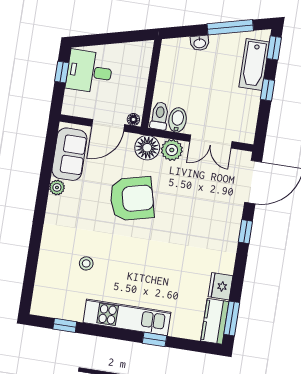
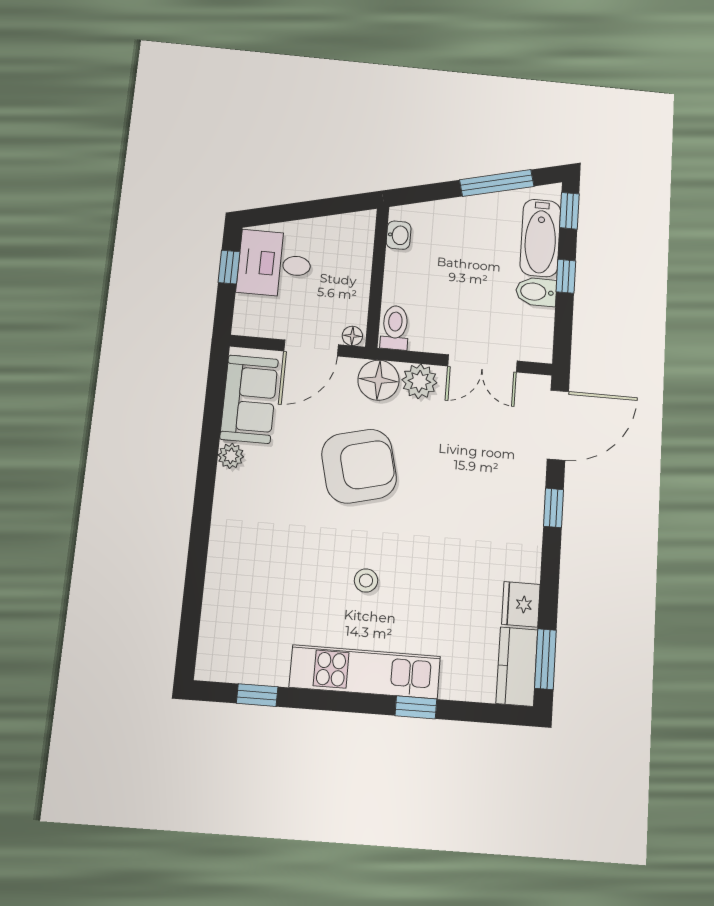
washbasin: (200, 43) -> (399, 235), moved, turned -76
bidet: (177, 120) -> (536, 292), moved, turned -90
stool: (86, 263) -> (366, 581), moved

